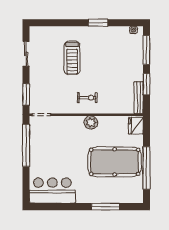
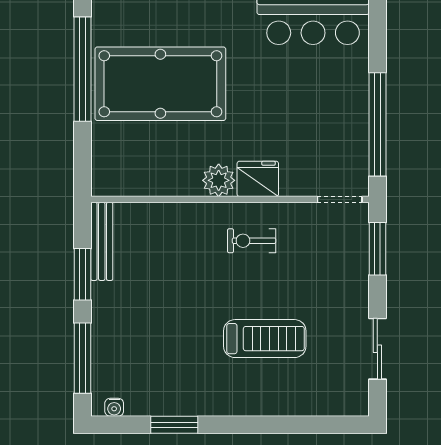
window: (98, 23) -> (174, 425), moved
treadmill: (72, 58) -> (265, 339), turned 90
exercise bike: (87, 98) -> (252, 241), moved
fridge: (136, 126) -> (258, 179), moved, turned -90

